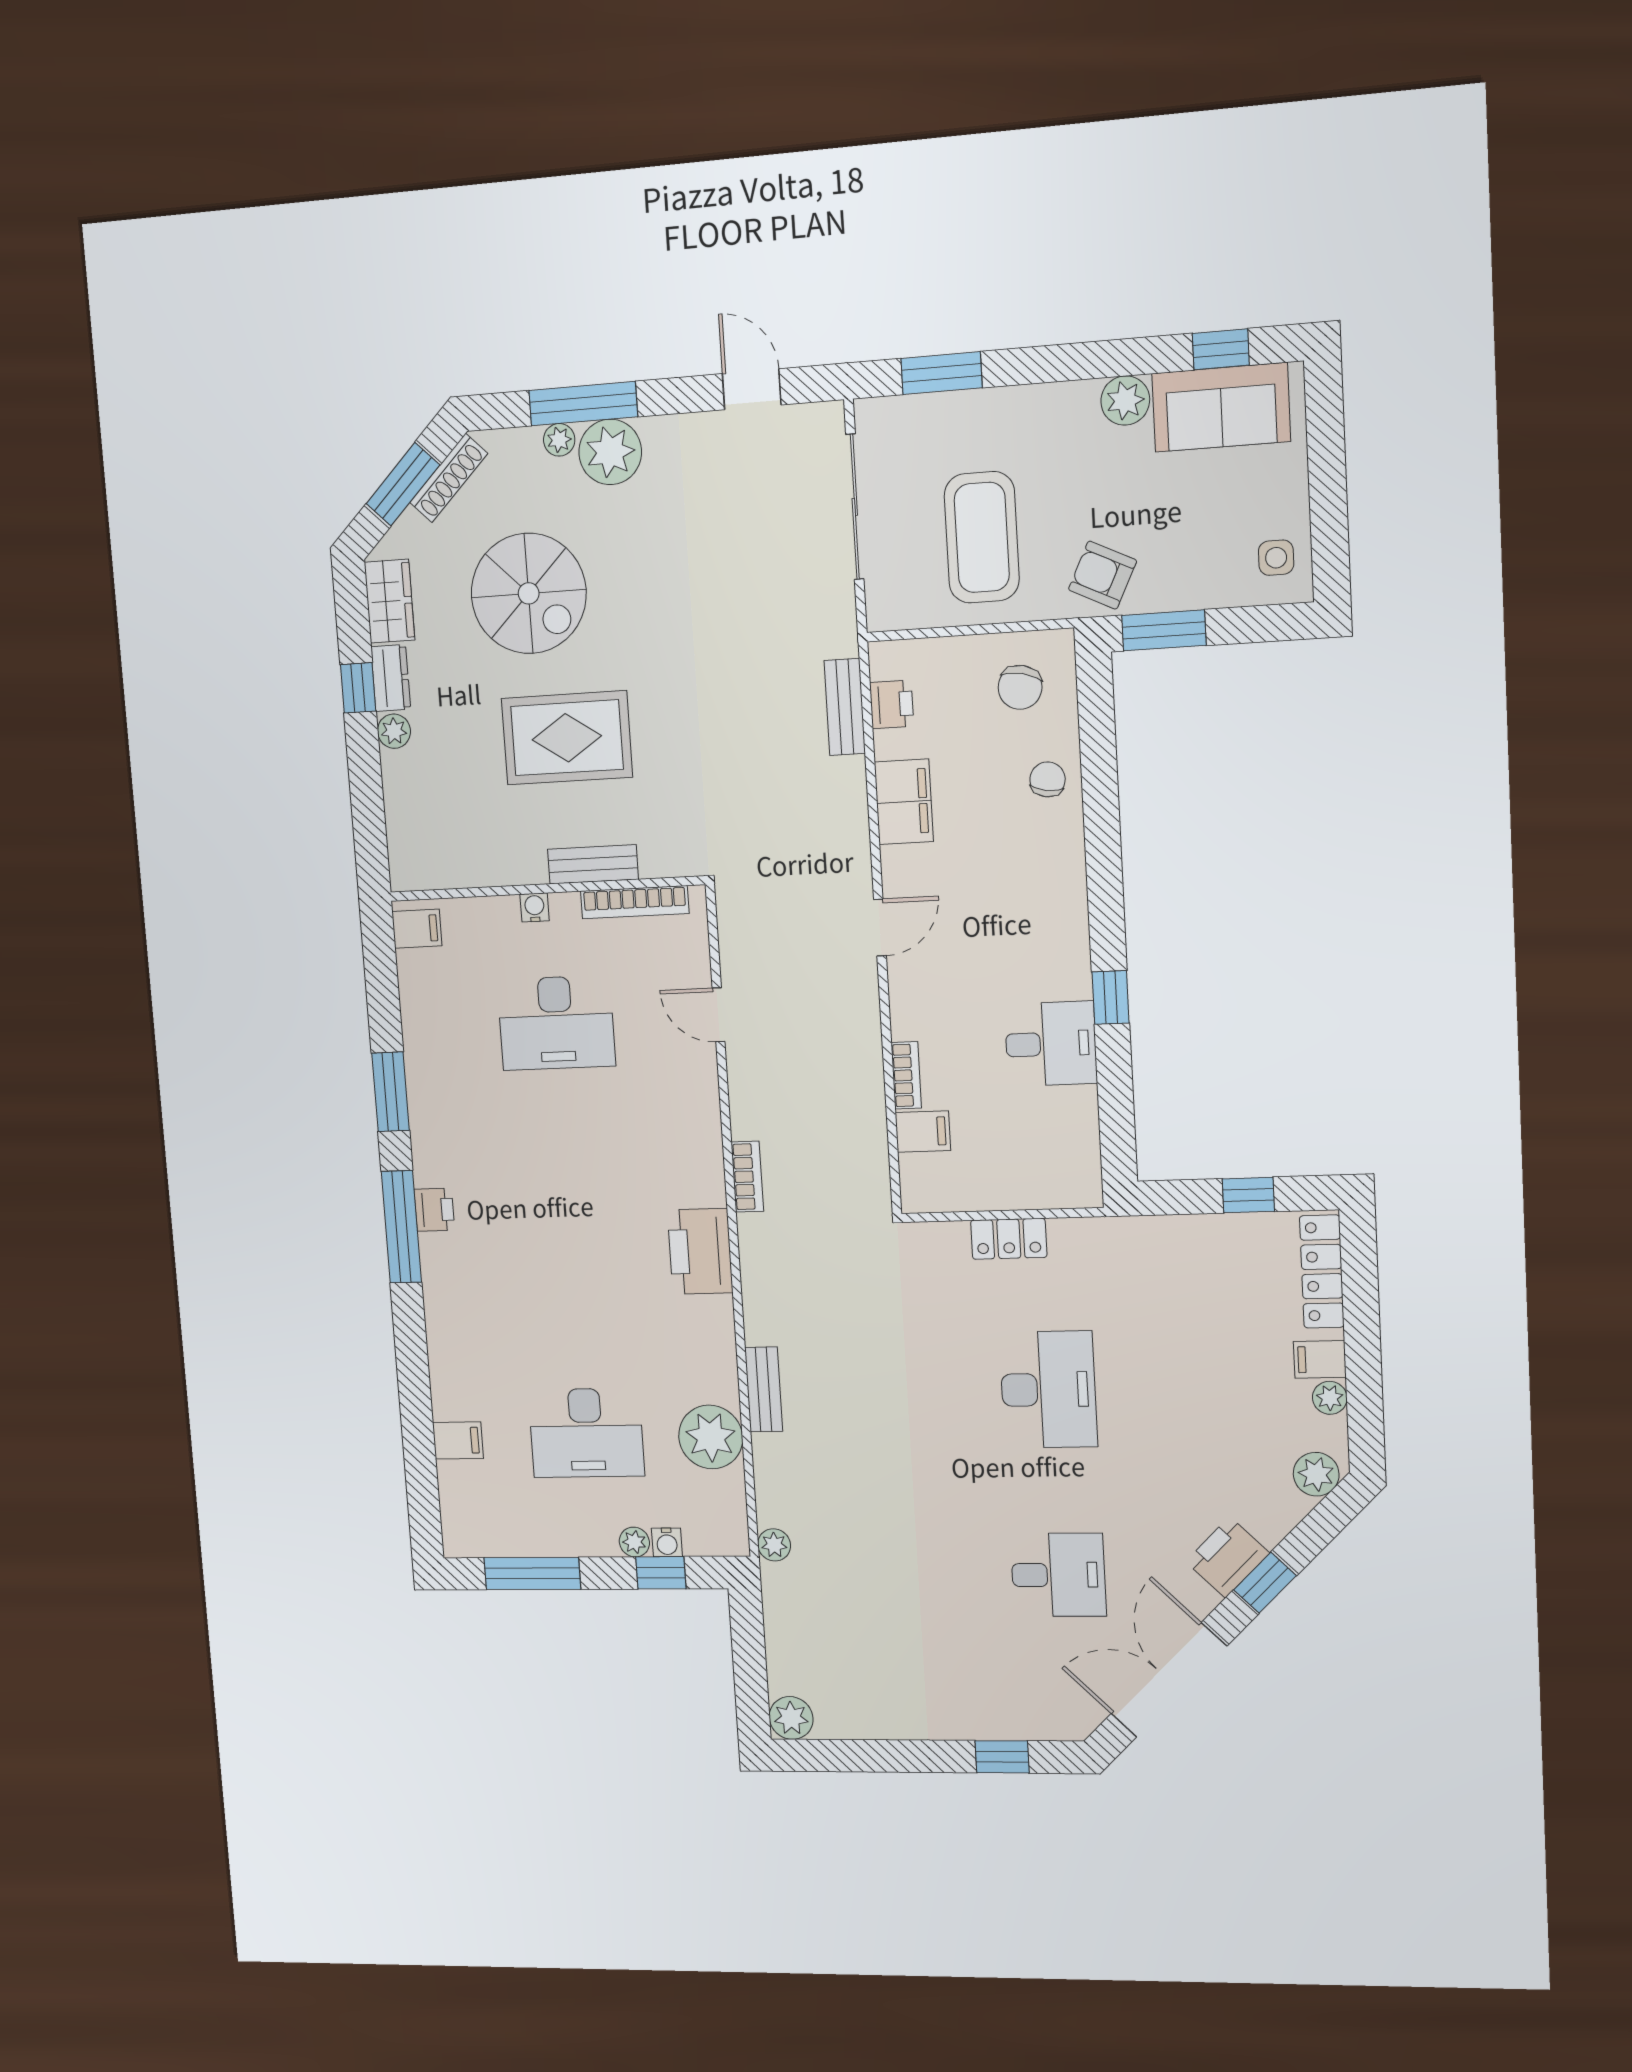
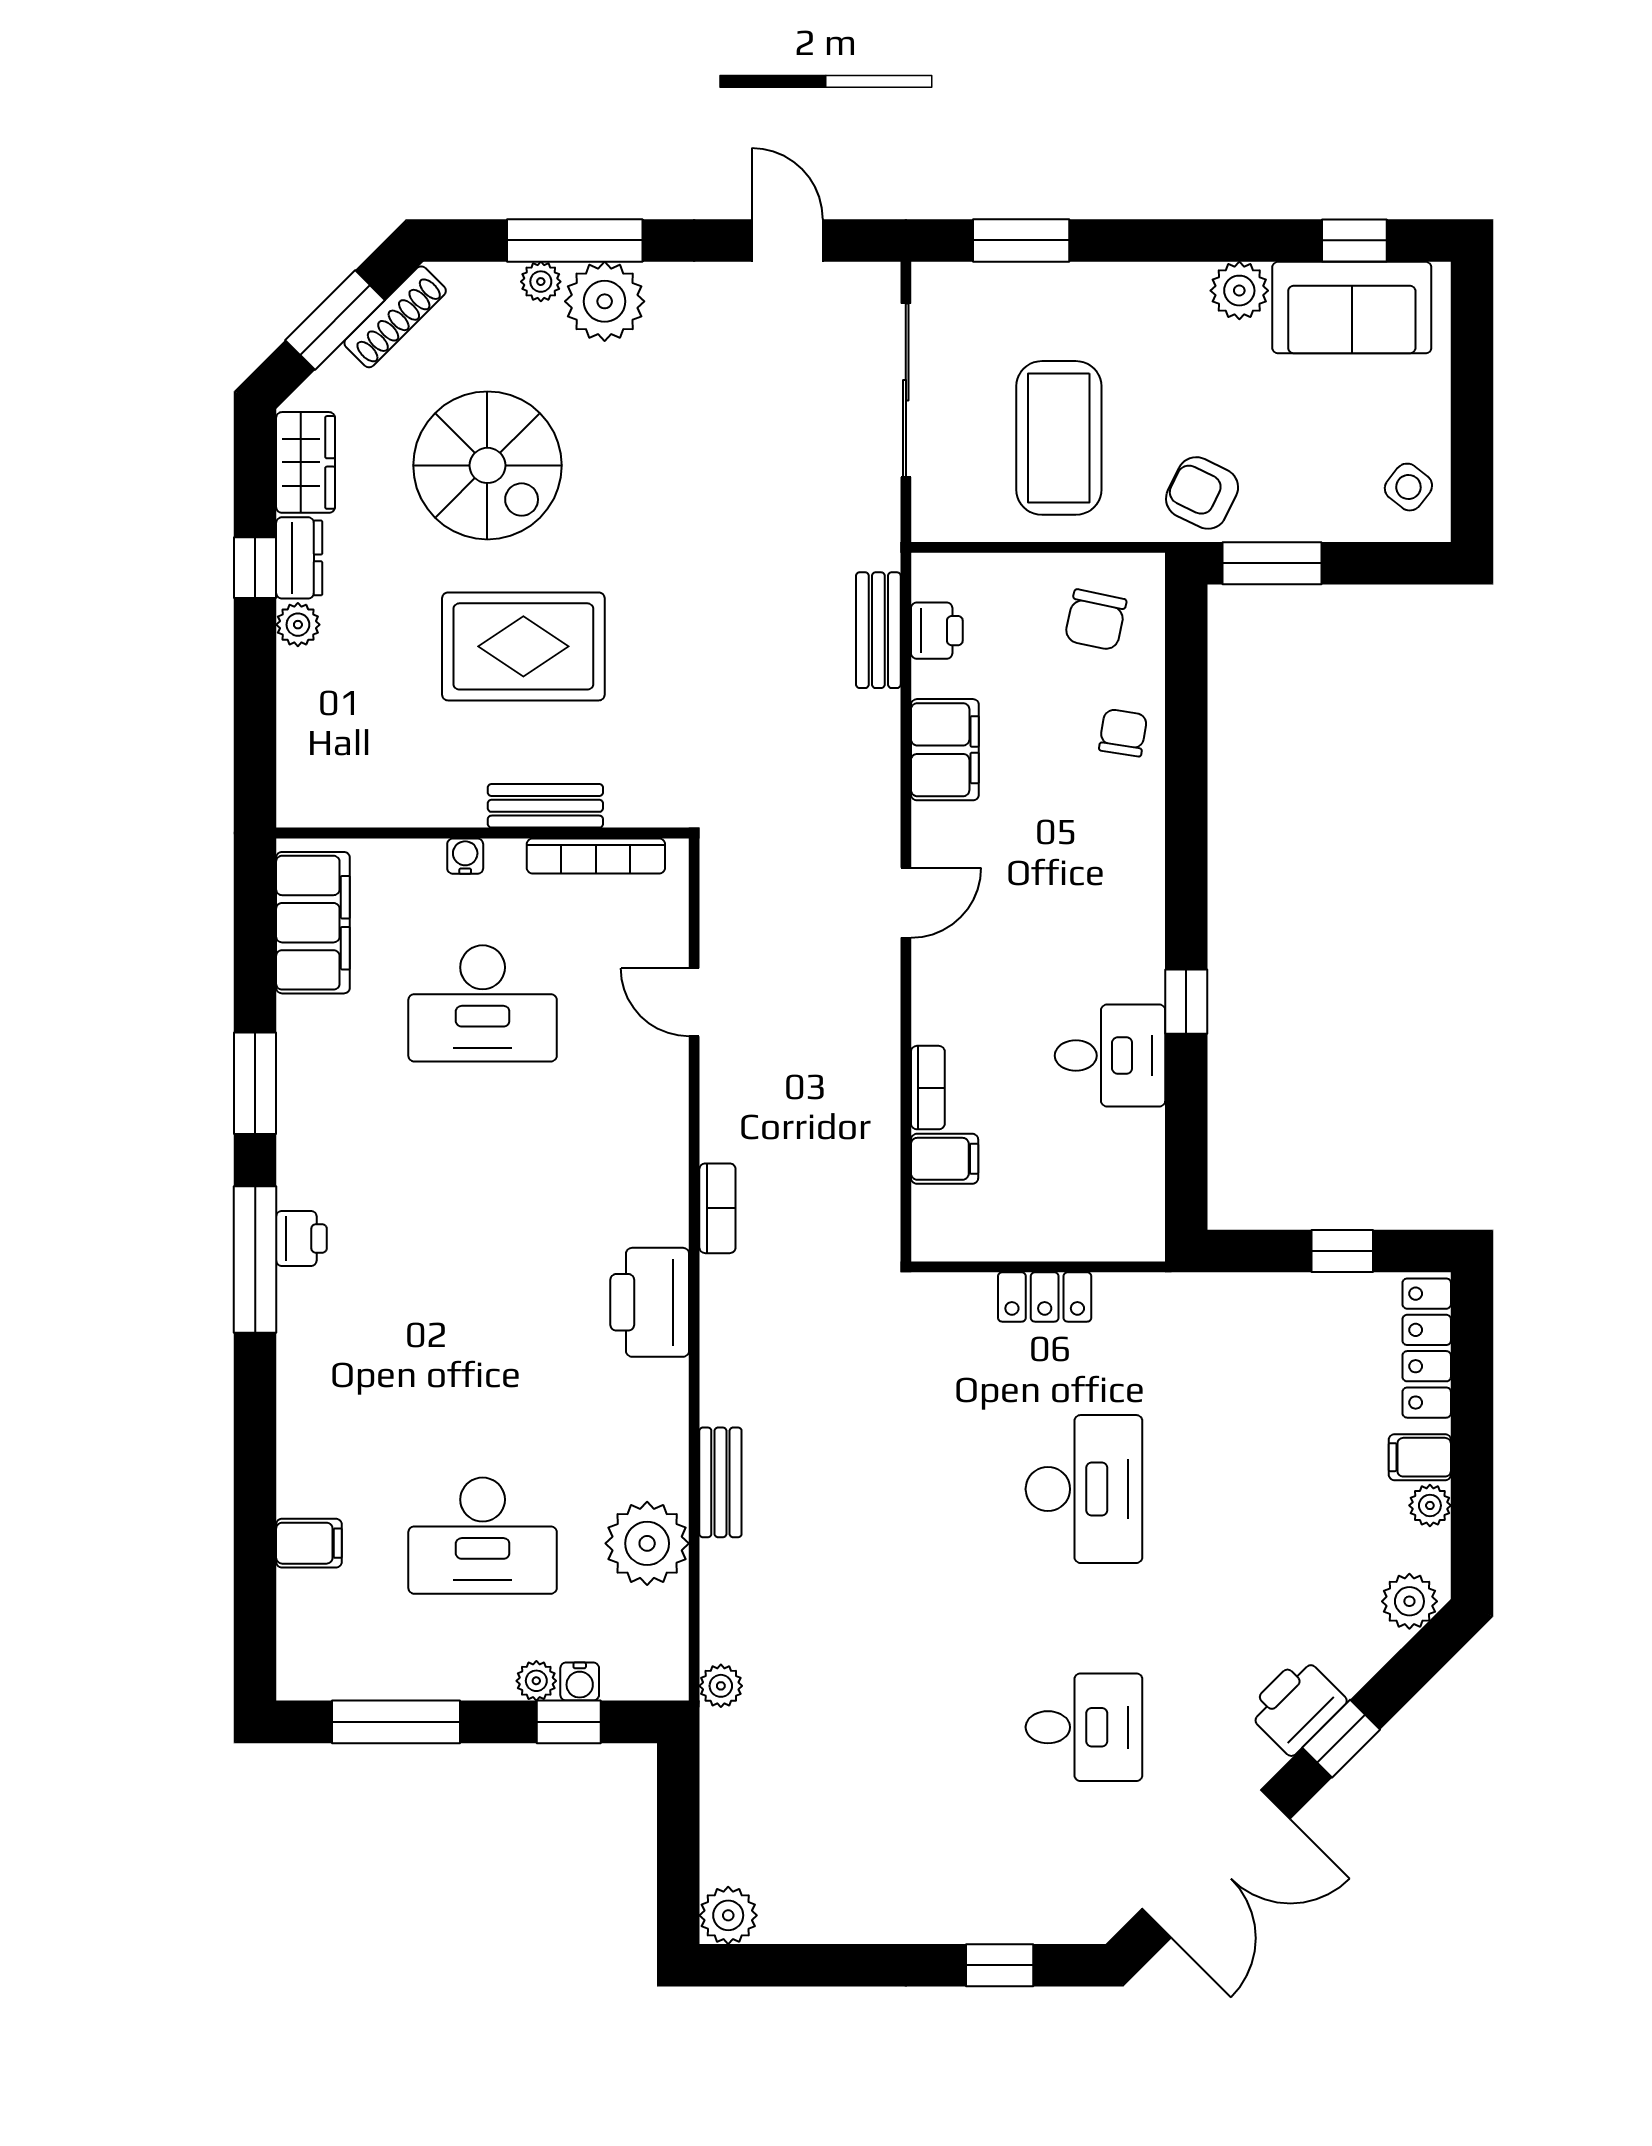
side table: (1276, 558) -> (1408, 487), turned 38
filing cabinet: (417, 929) -> (313, 923), width x3.00, depth x1.17
double door: (1169, 1680) -> (1216, 1864), swing flipped

